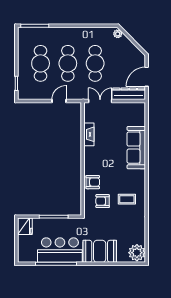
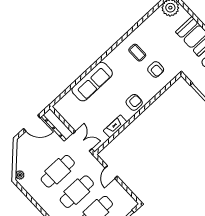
door: (59, 101) -> (111, 172), hinge flipped
double door: (100, 101) -> (82, 141), swing flipped
armchair: (93, 182) -> (134, 102), moved, turned 90

